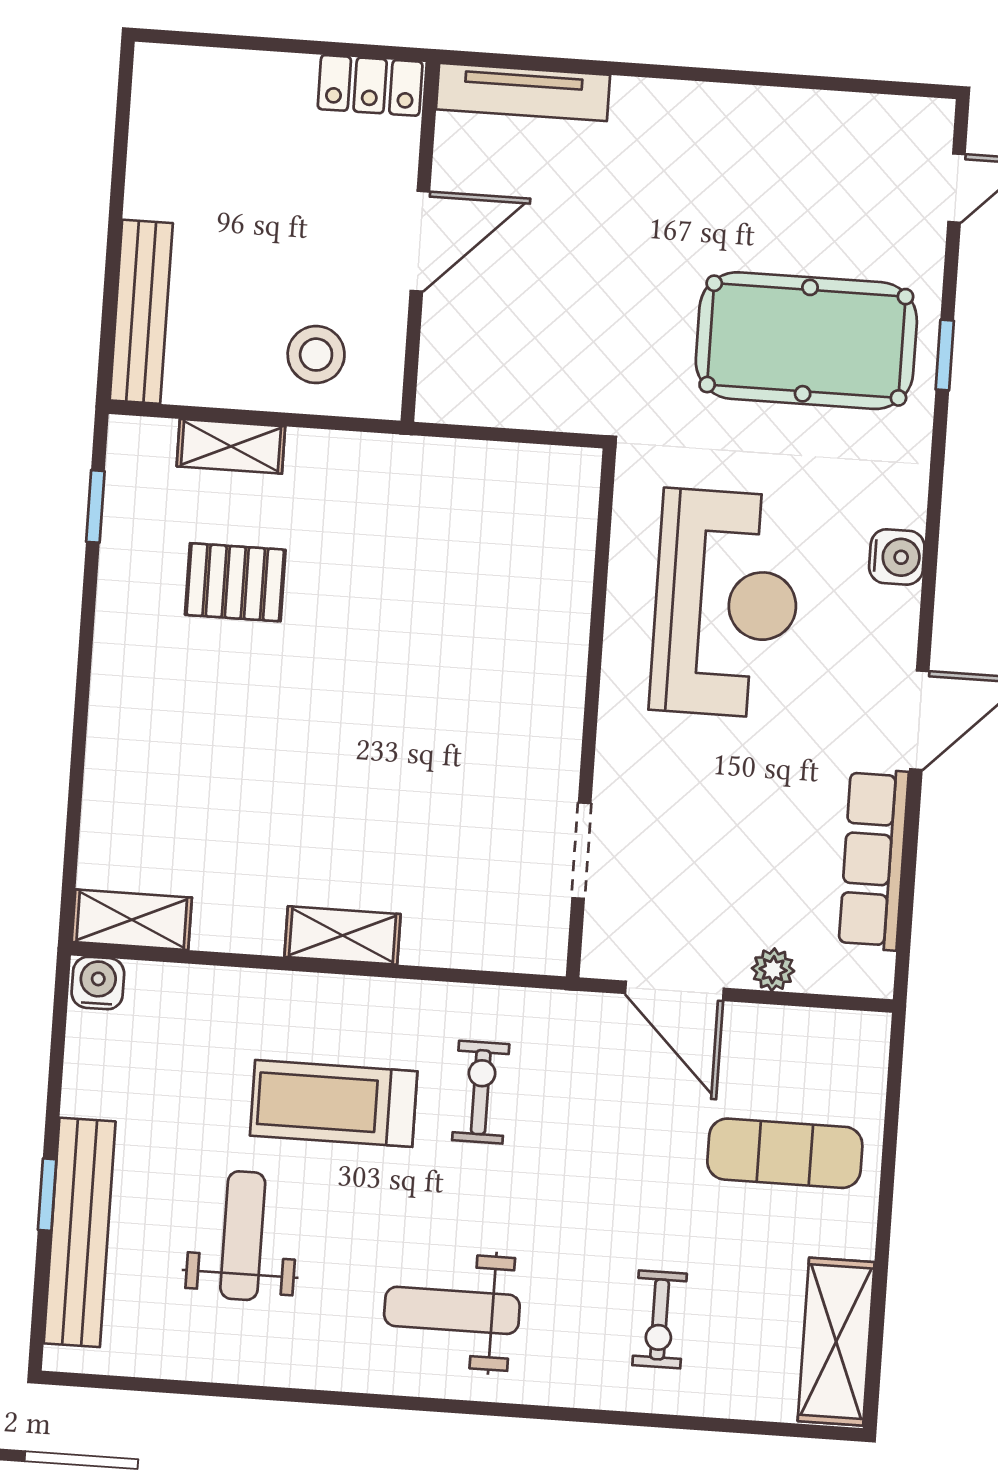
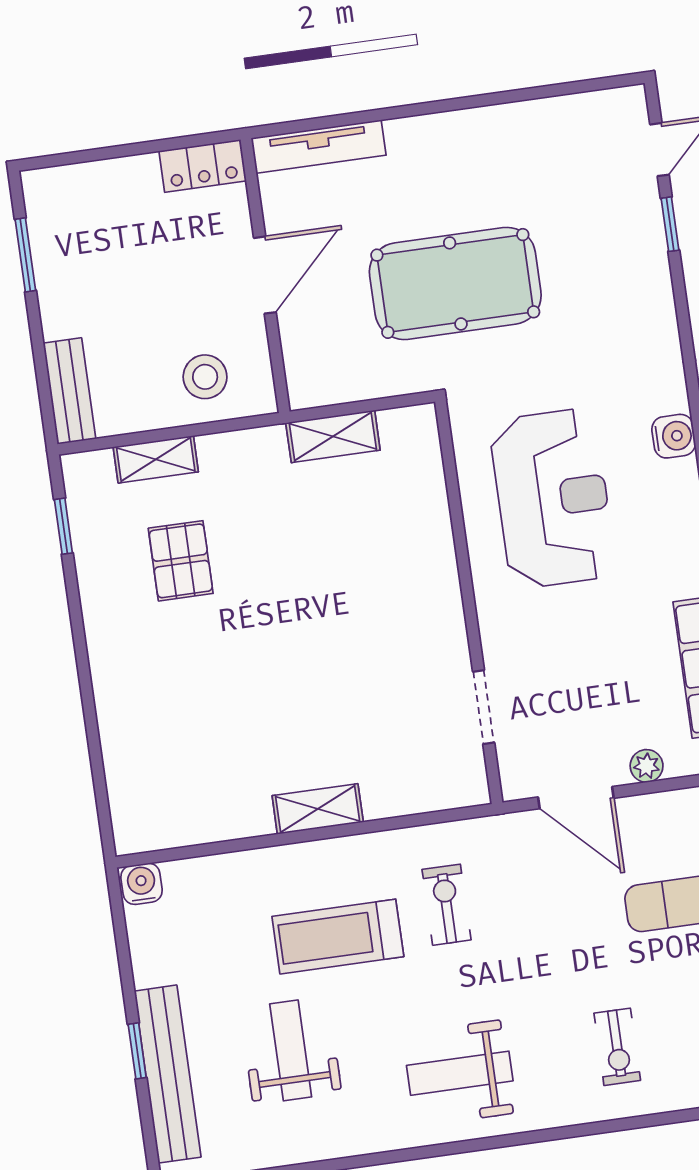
window: (120, 151) -> (25, 255), added
bench: (141, 312) -> (69, 391), width x0.73
pool table: (806, 341) -> (455, 283), moved
window: (945, 355) -> (670, 224), moved
pallet: (235, 582) -> (181, 561), turned 90
shelving: (132, 920) -> (333, 436), moved

